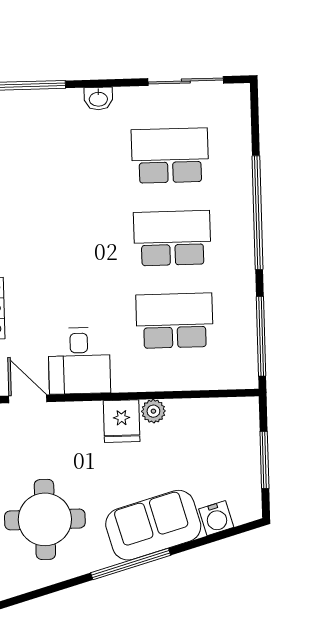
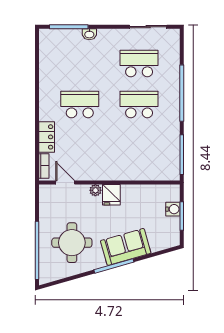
washbasin: (98, 99) -> (89, 34), moved
school desk: (175, 321) -> (80, 105), moved
desk: (79, 361) -> (91, 164), removed
plant: (153, 411) -> (95, 190), moved
water cooler: (216, 518) -> (173, 209), moved, turned -74

